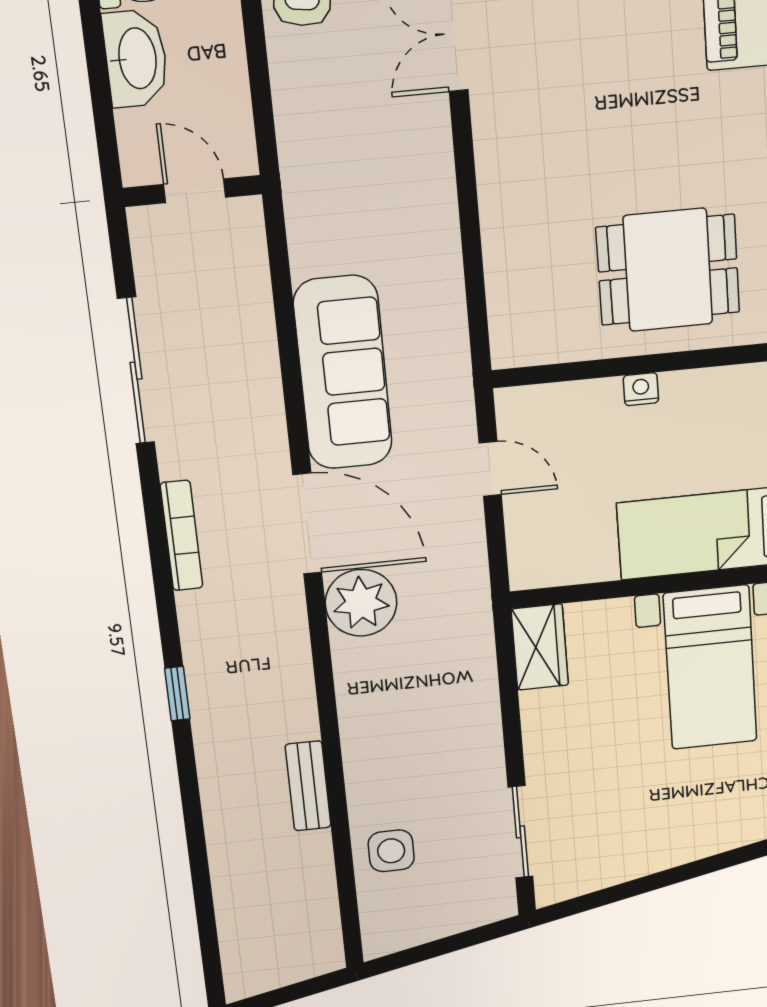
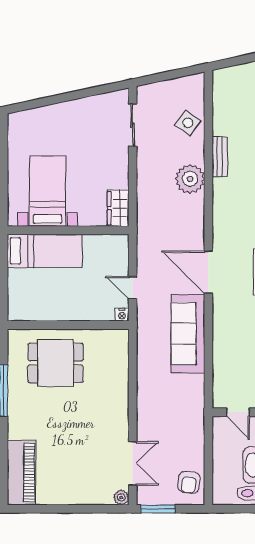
nightstand: (641, 389) -> (122, 315), moved
plant: (361, 603) -> (190, 179), moved
side table: (391, 851) -> (188, 123), turned 36

